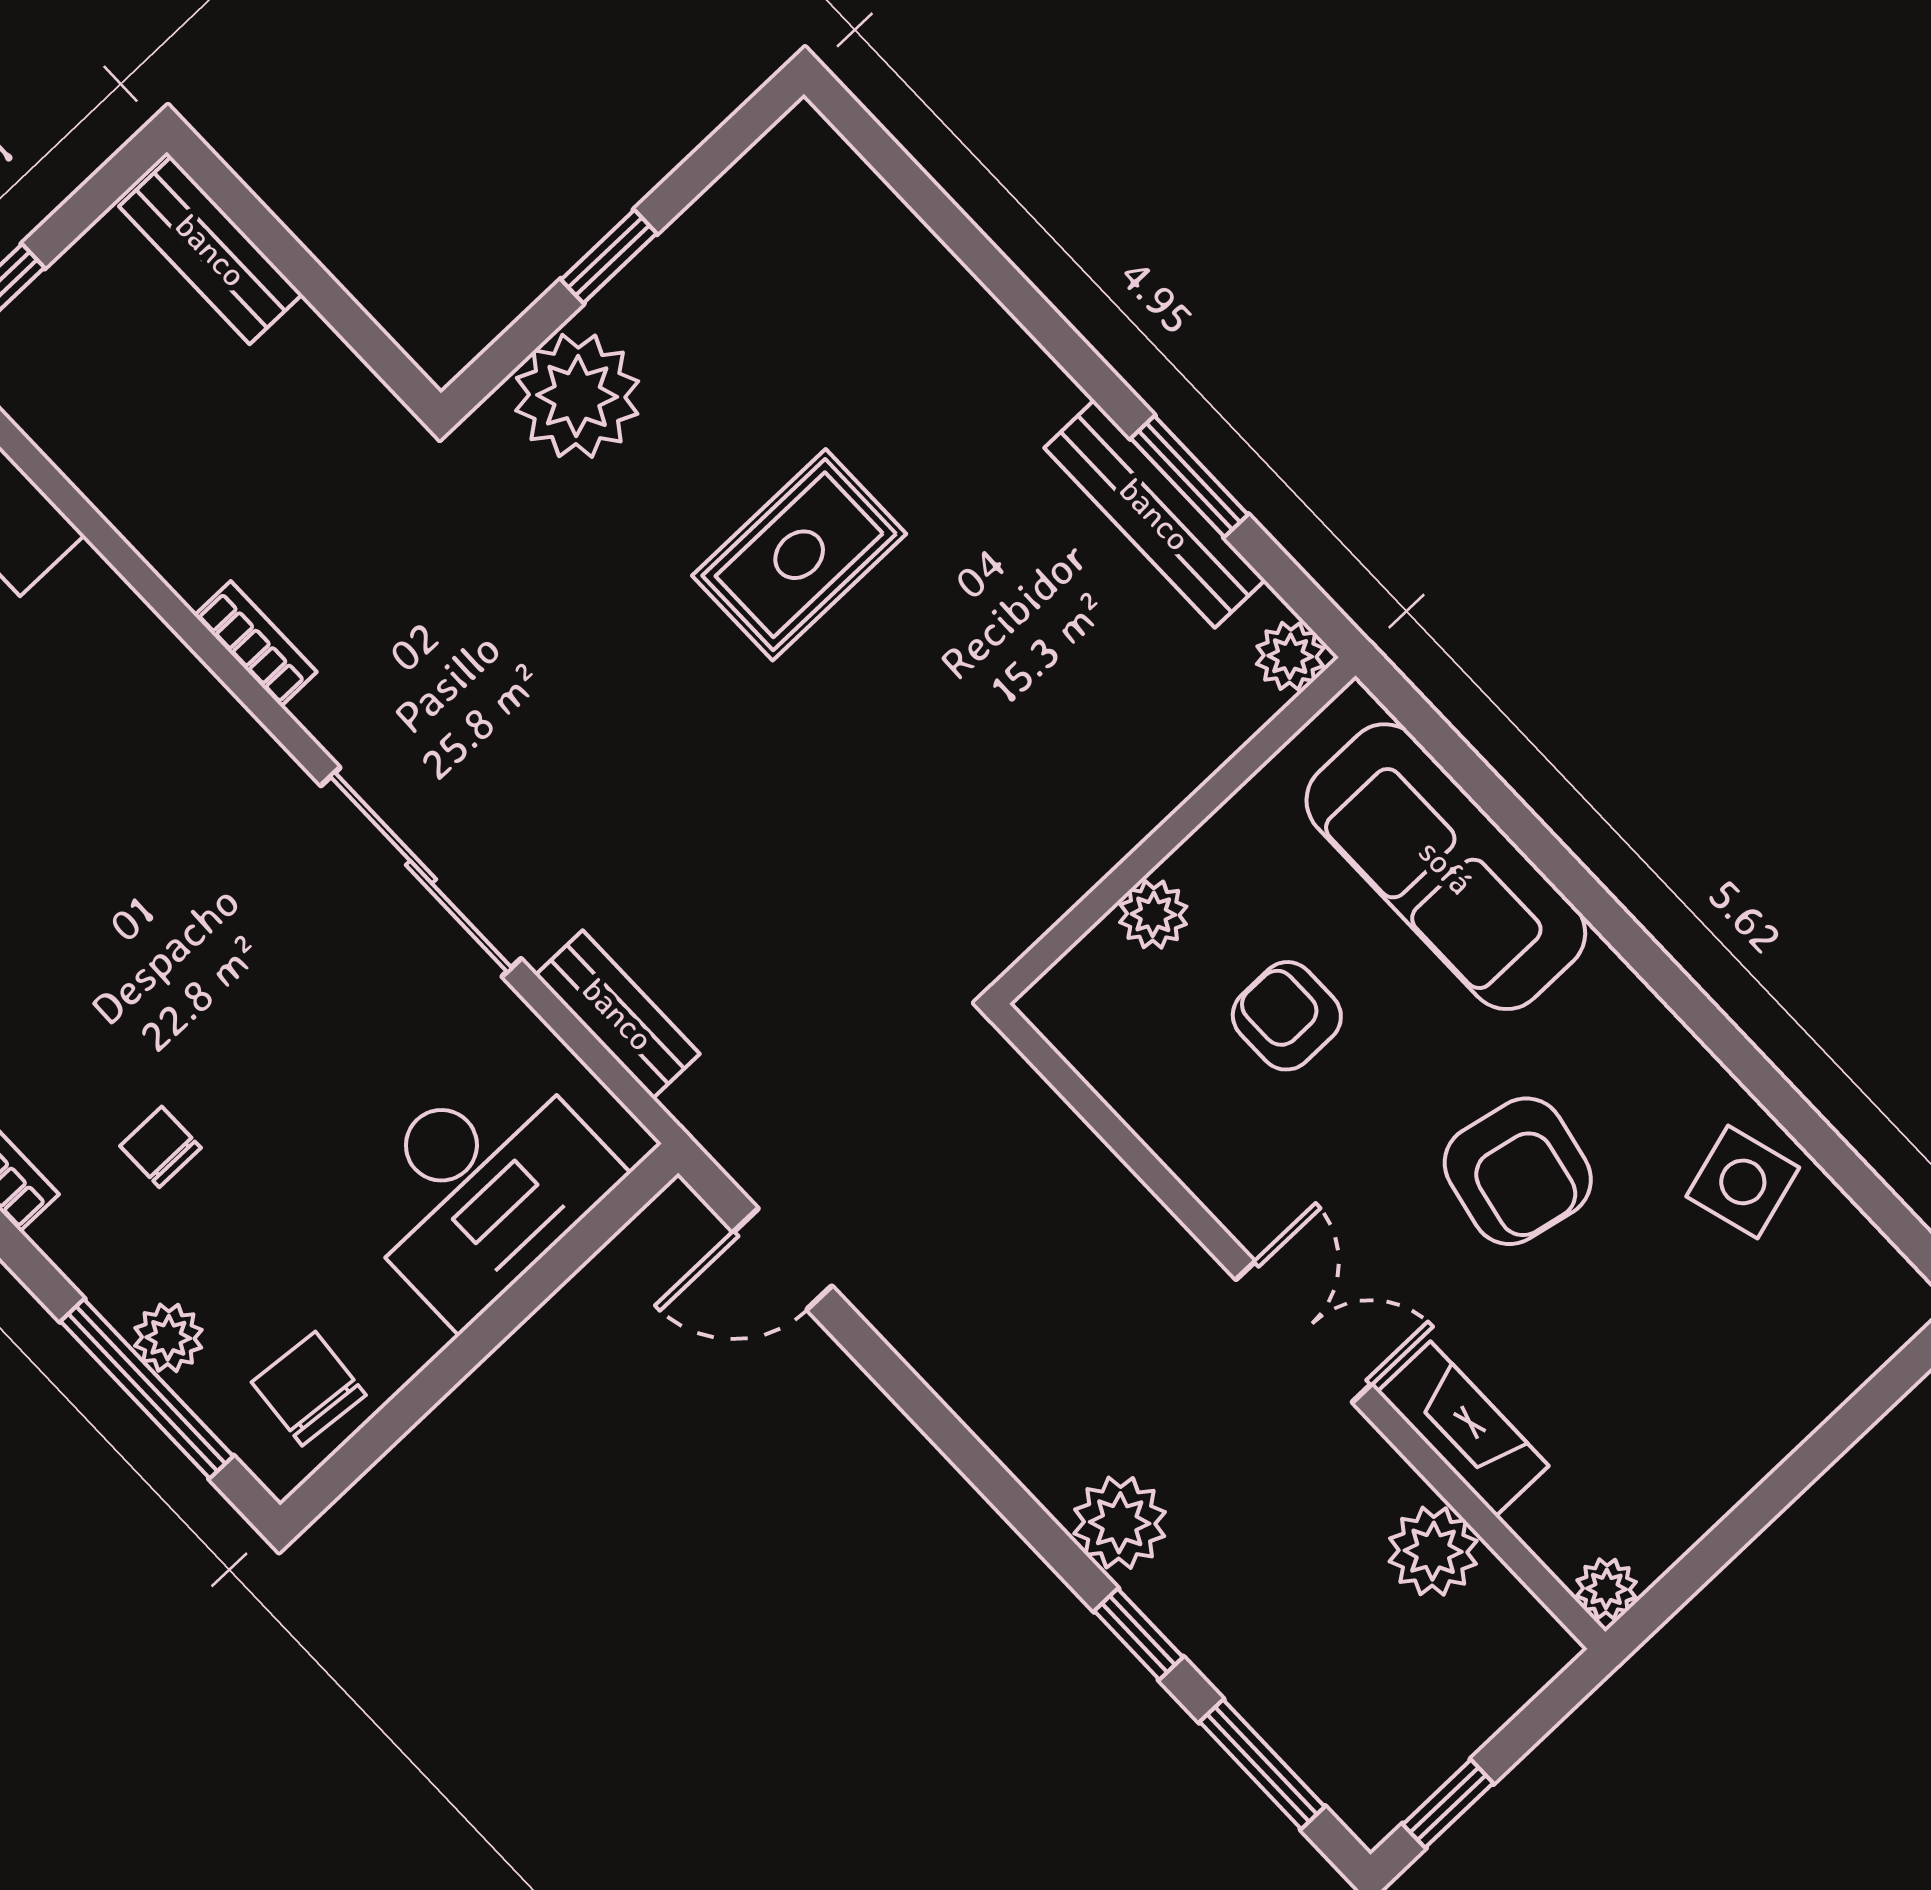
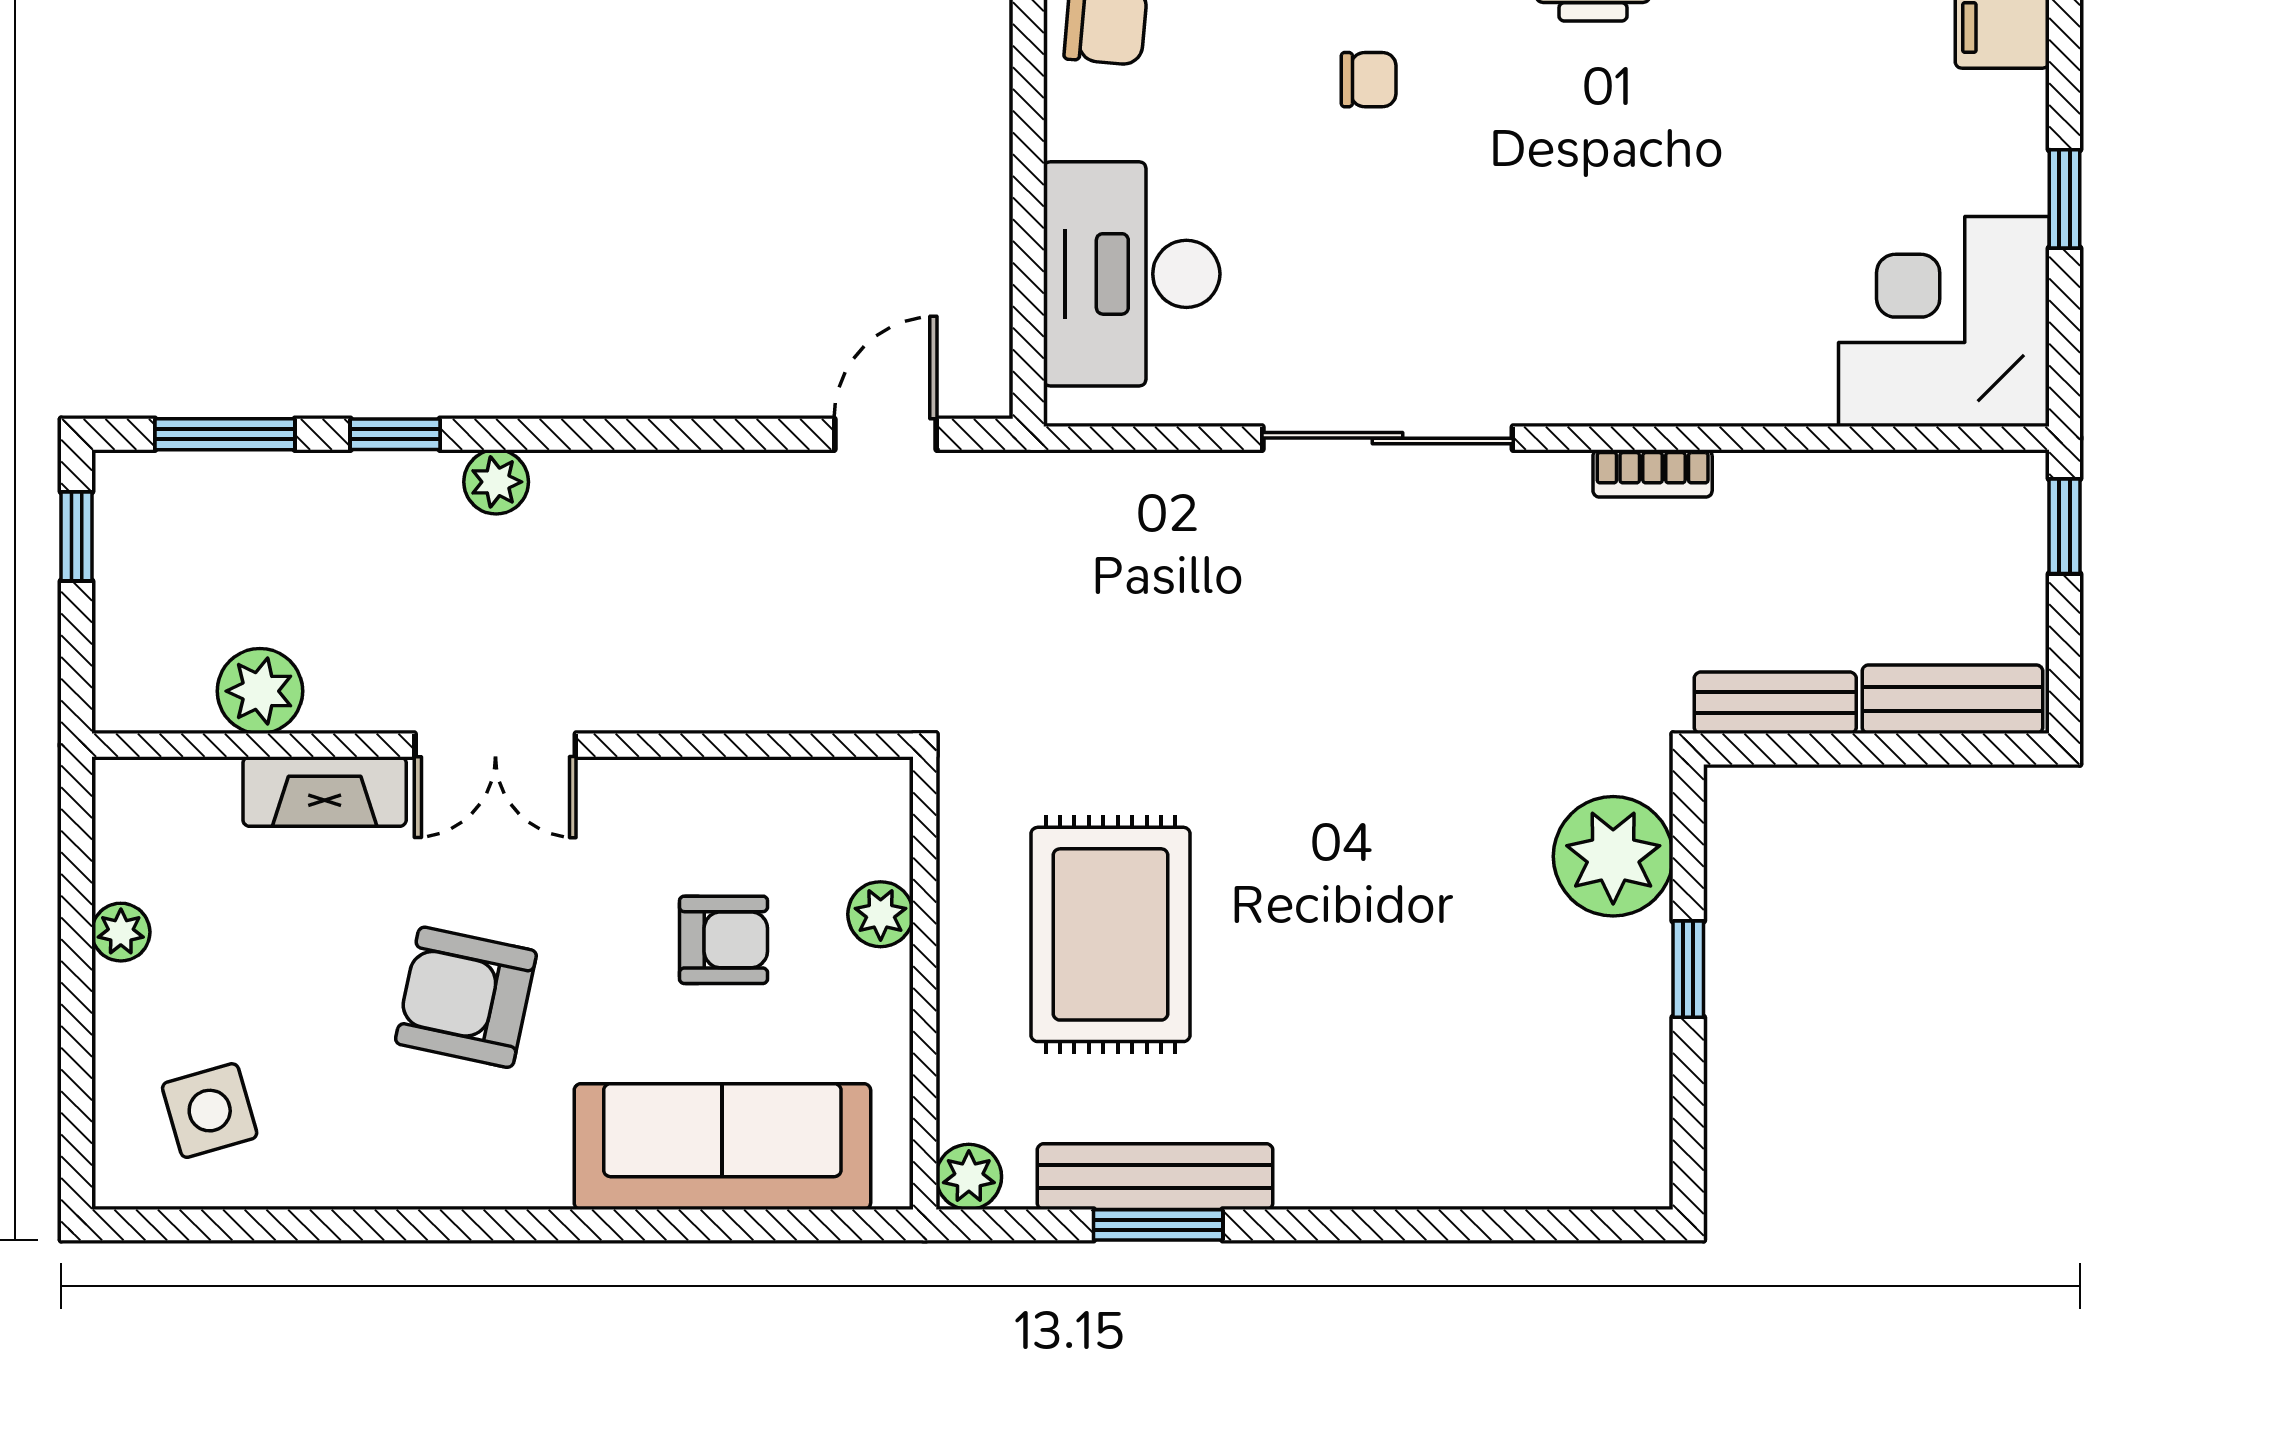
rug: (799, 555) -> (1111, 934), moved, width x1.36, depth x1.43
bench: (618, 1014) -> (1775, 703), moved
side table: (1743, 1182) -> (210, 1111), moved
plant: (1120, 1523) -> (496, 482), width x0.73, depth x0.73
plant: (1606, 1589) -> (121, 932), moved

